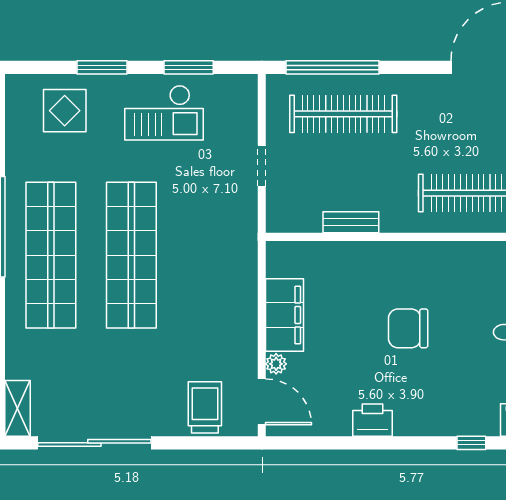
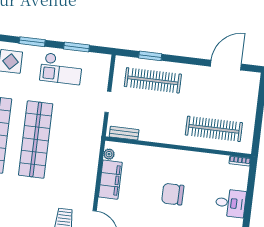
window: (332, 67) -> (150, 56), width x0.47
bench: (351, 222) -> (124, 133), moved
plant: (276, 364) -> (109, 154), moved

